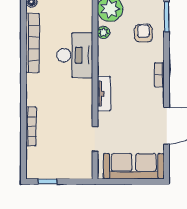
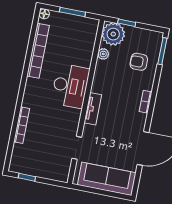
armchair: (143, 33) -> (139, 62), turned -90
desk: (75, 55) -> (70, 86), moved

